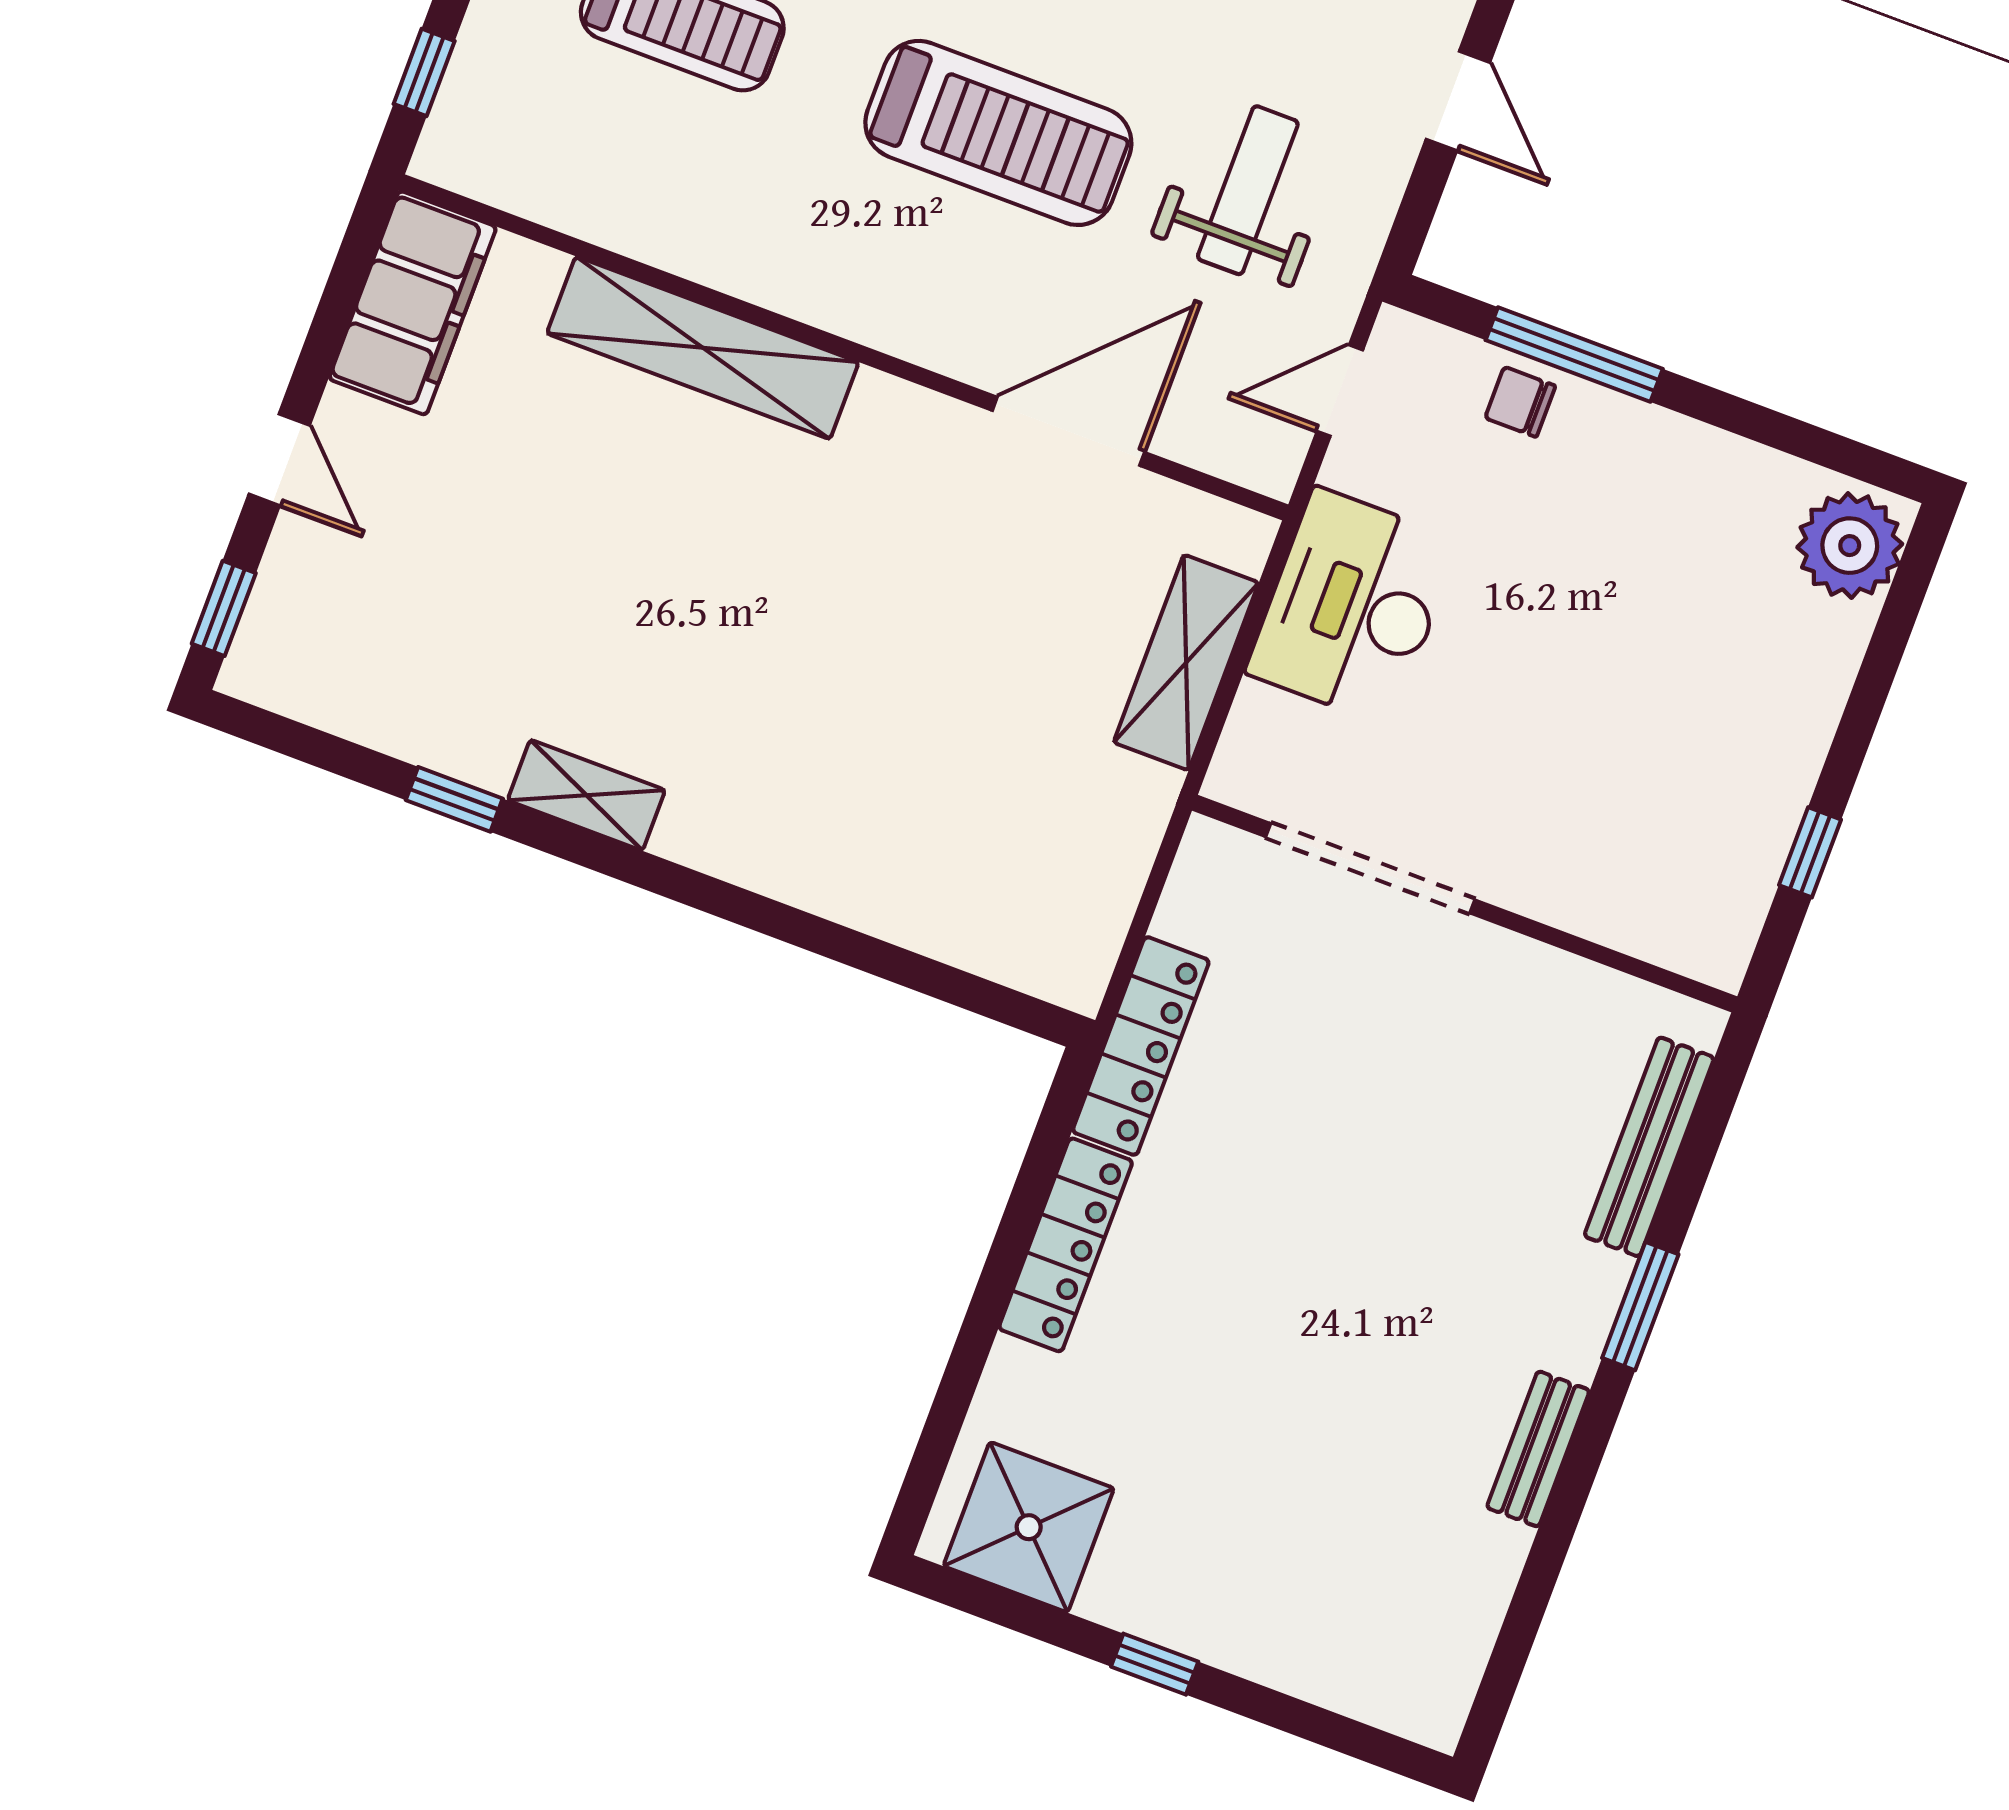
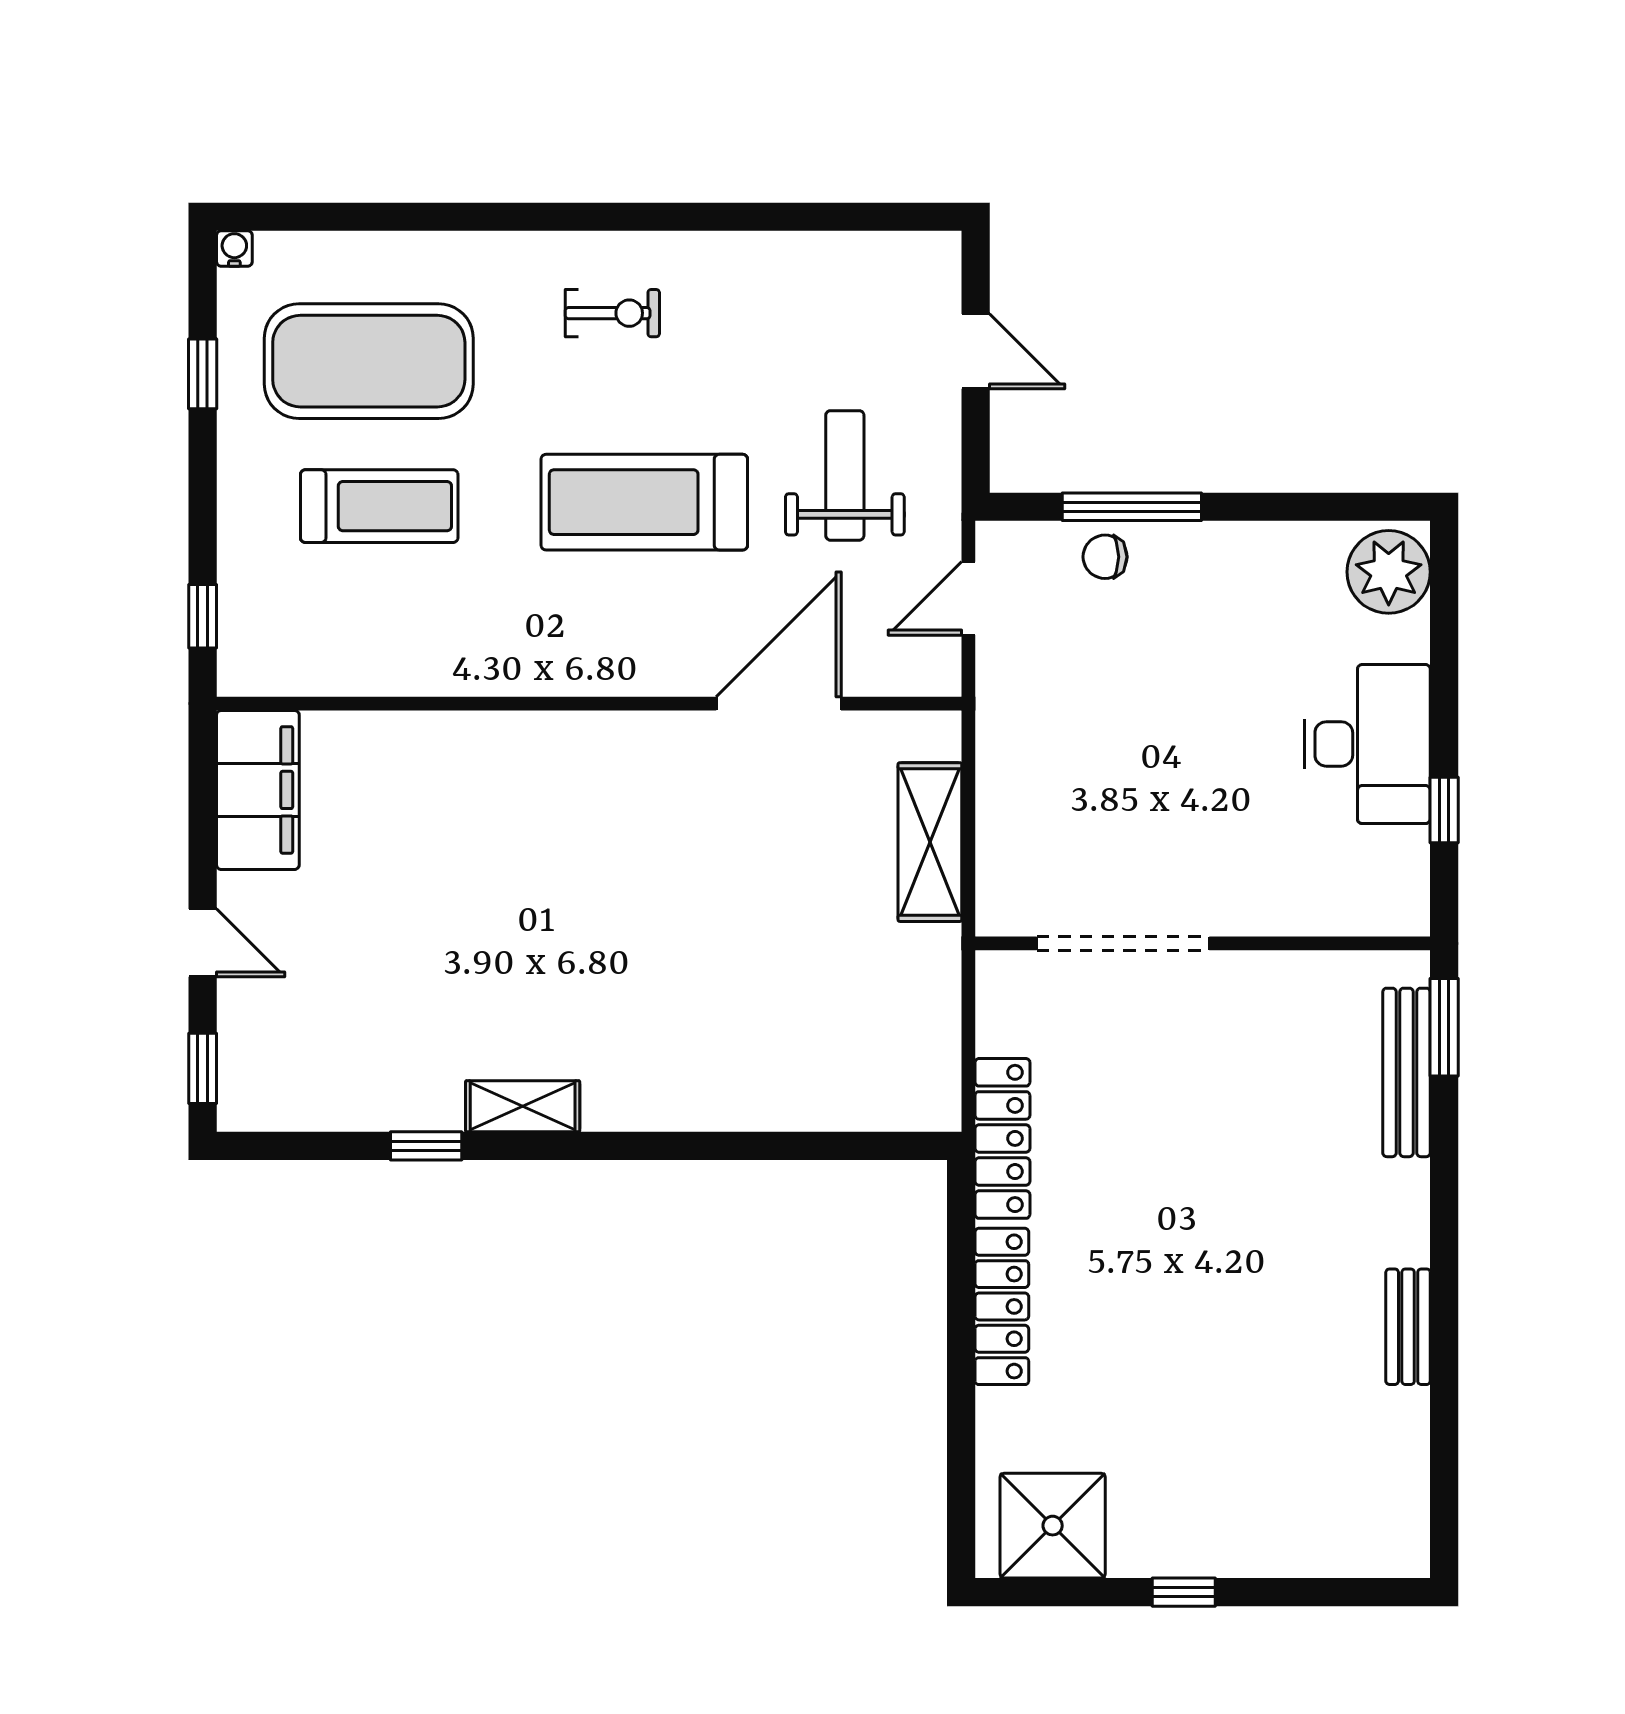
treadmill: (998, 133) -> (644, 502), turned 180
shelving: (703, 348) -> (485, 743), removed
desk: (1353, 606) -> (1368, 744), moved, turned 180
window: (1640, 1306) -> (1444, 1027), moved

